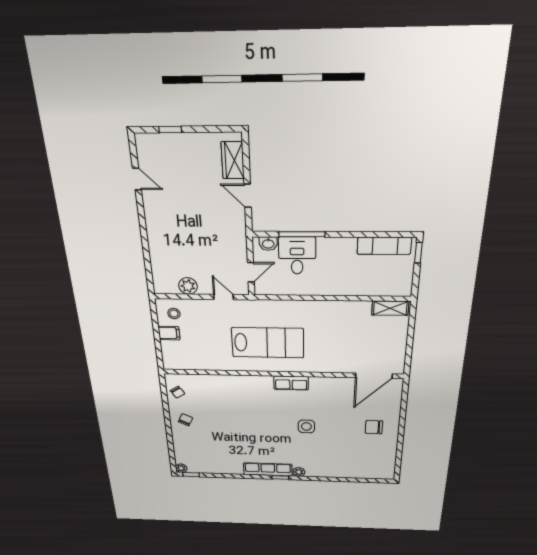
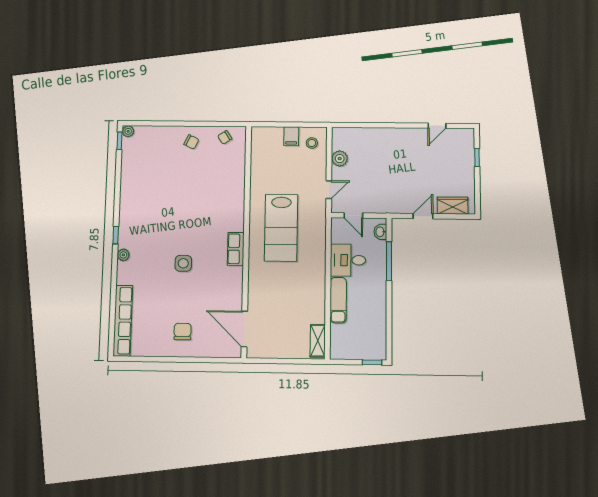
exam couch: (384, 246) -> (338, 300), moved, turned 180
desk: (297, 256) -> (348, 260), moved, turned 180
row of seats: (268, 470) -> (123, 321), moved, width x1.36

